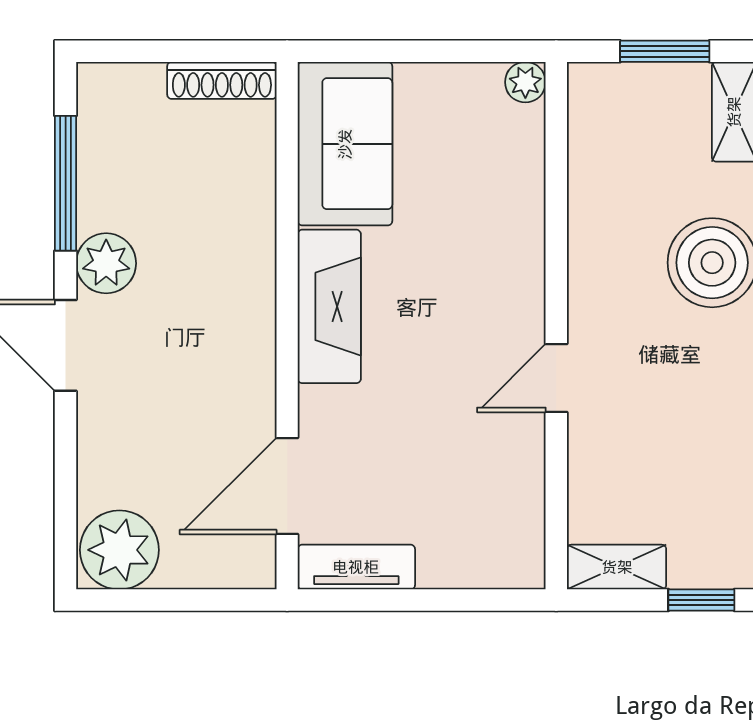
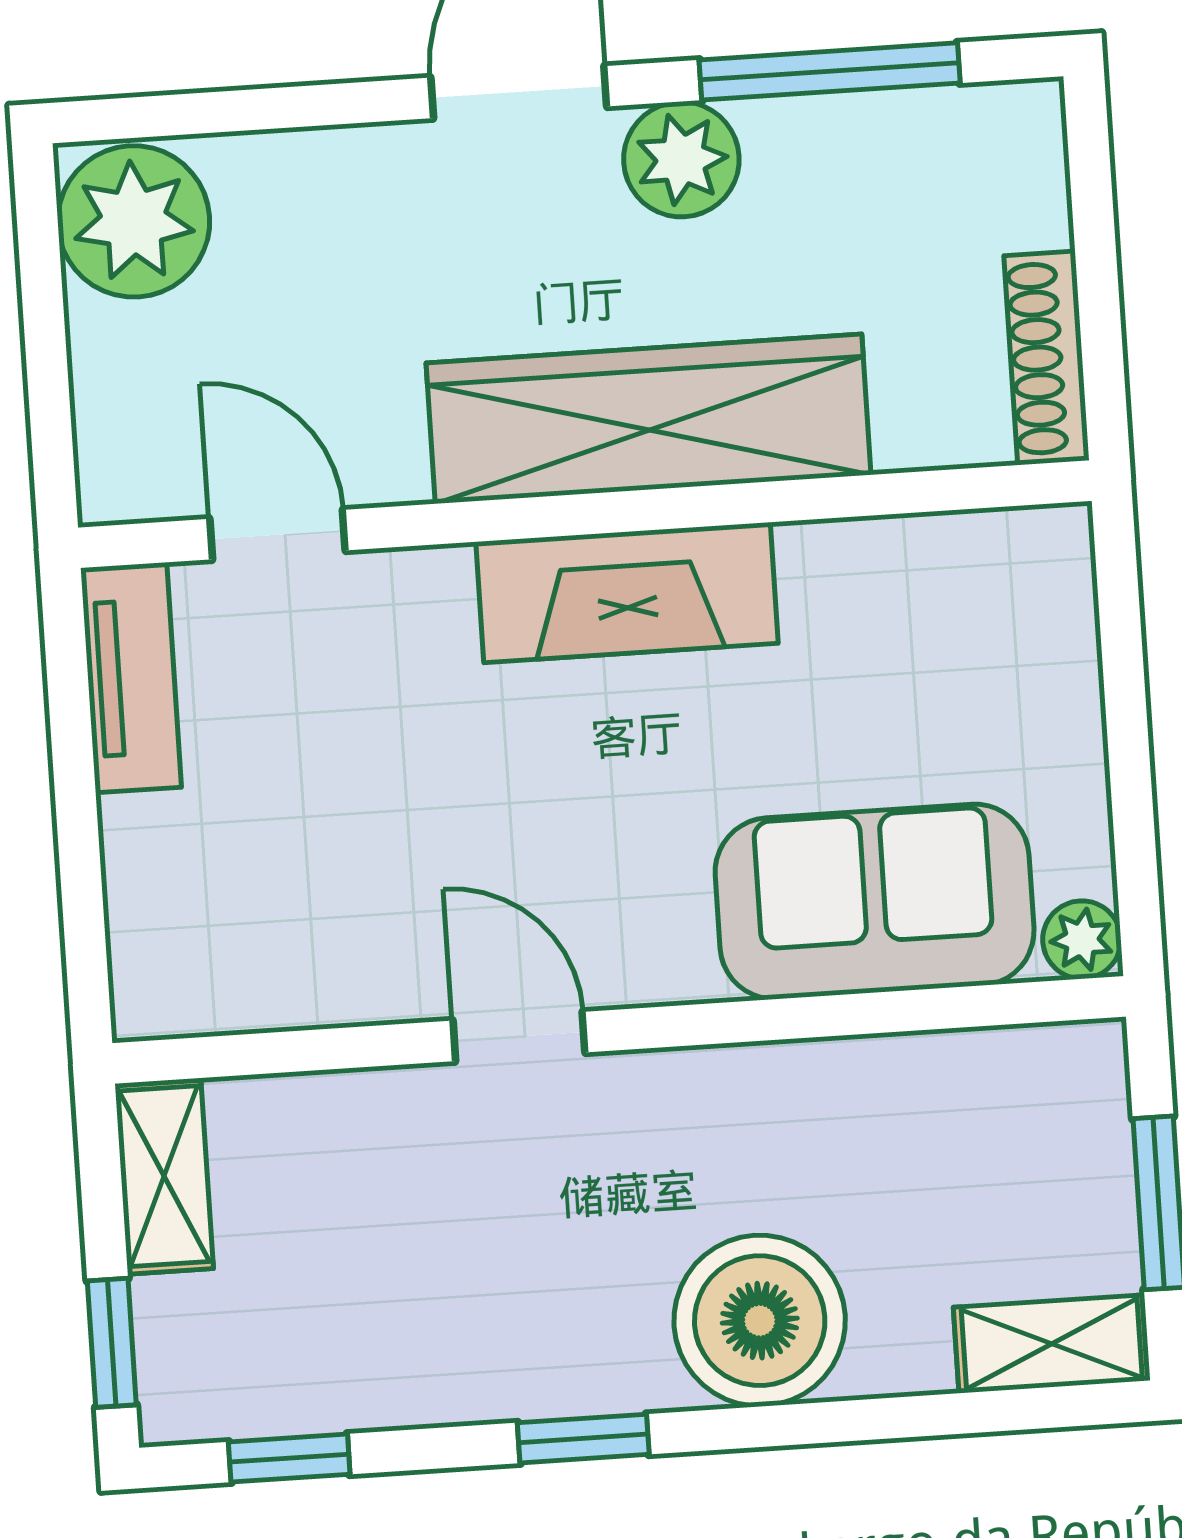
sofa: (345, 144) -> (875, 902), moved, turned 180
wardrobe: (240, 289) -> (649, 419), added
door: (287, 486) -> (277, 535), width x0.73

